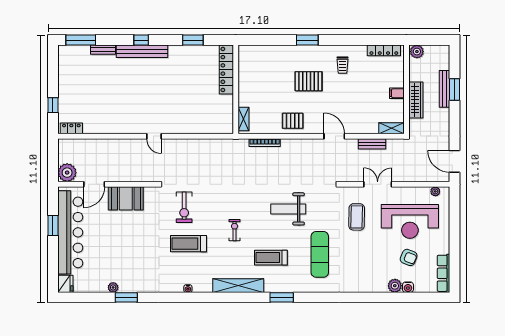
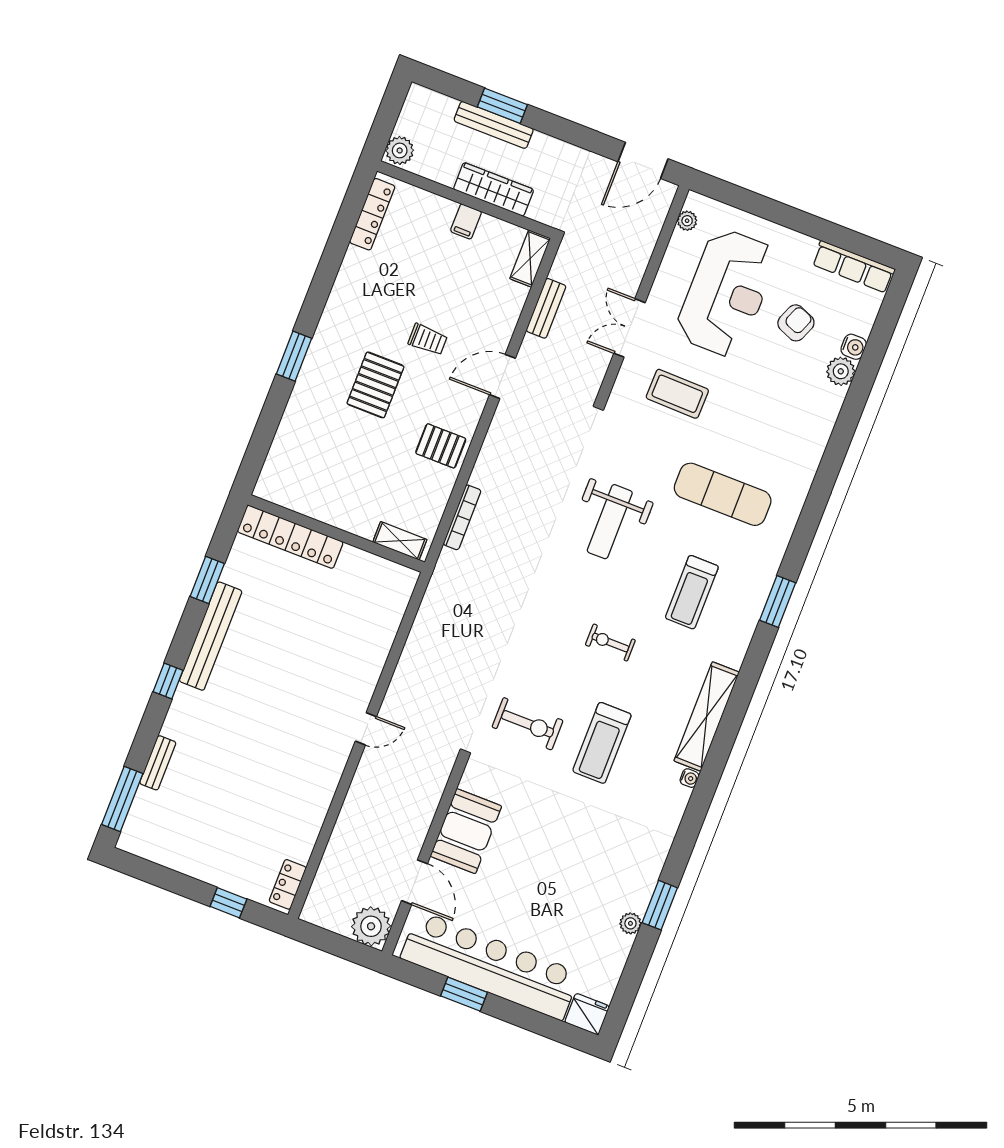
bench: (142, 51) -> (211, 636), moved
trolley: (342, 65) -> (428, 340), moved
pallet: (293, 121) -> (441, 446), turned 90
shelving: (238, 286) -> (707, 717), moved

